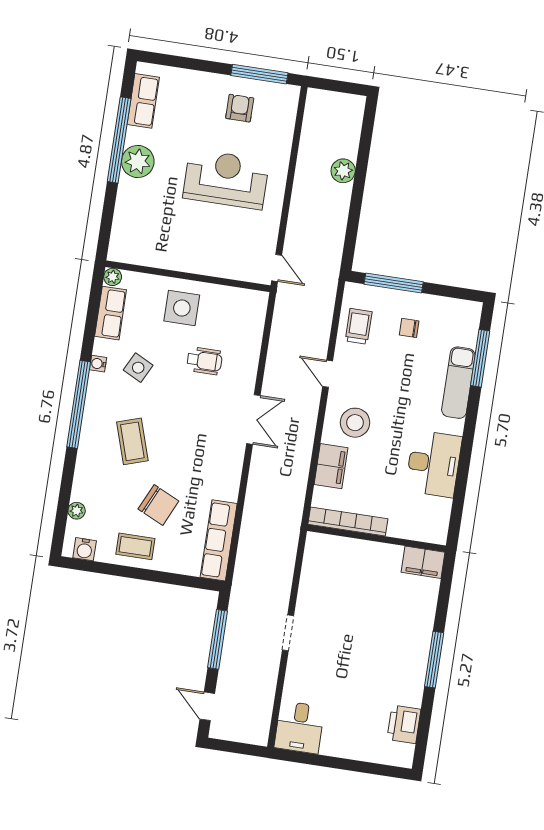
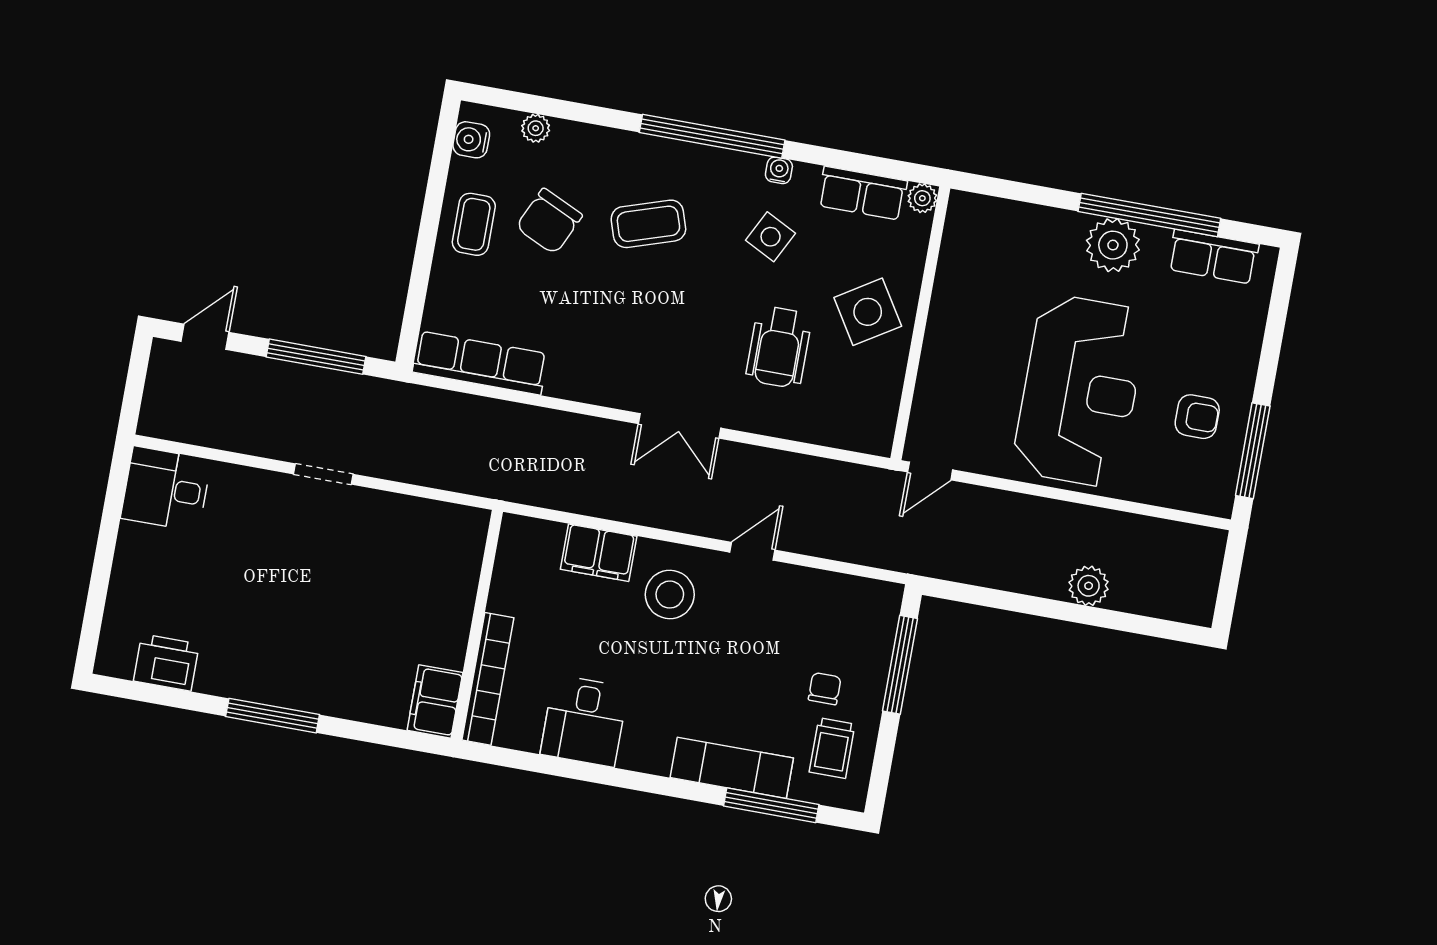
reception desk: (226, 179) -> (1080, 391), width x1.36, depth x1.30
side table: (182, 308) -> (868, 312), turned -32
trolley: (359, 326) -> (832, 748), moved, turned 90
wheelchair: (204, 361) -> (779, 347), width x1.36, depth x1.37
desk: (434, 464) -> (584, 721), width x0.73
chair: (158, 505) -> (549, 221), moved
bookcase: (348, 521) -> (488, 679), moved

